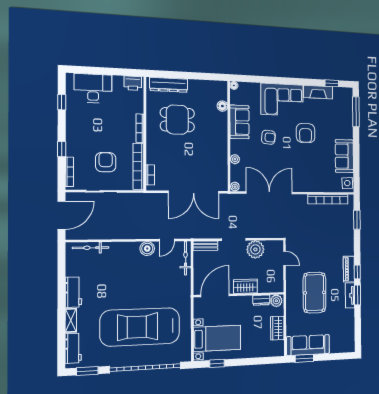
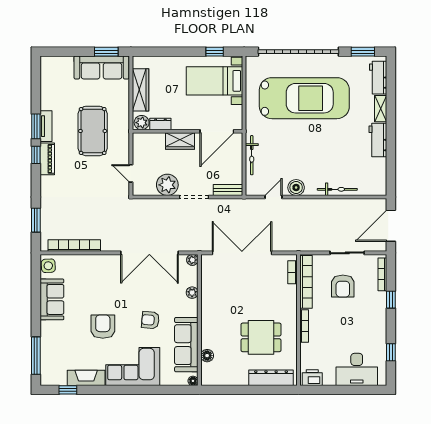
sofa: (239, 122) -> (186, 345), width x1.36
bicycle: (91, 248) -> (337, 189), moved
bicycle: (186, 258) -> (252, 155), moved
wardrobe: (277, 328) -> (140, 90), width x1.50

